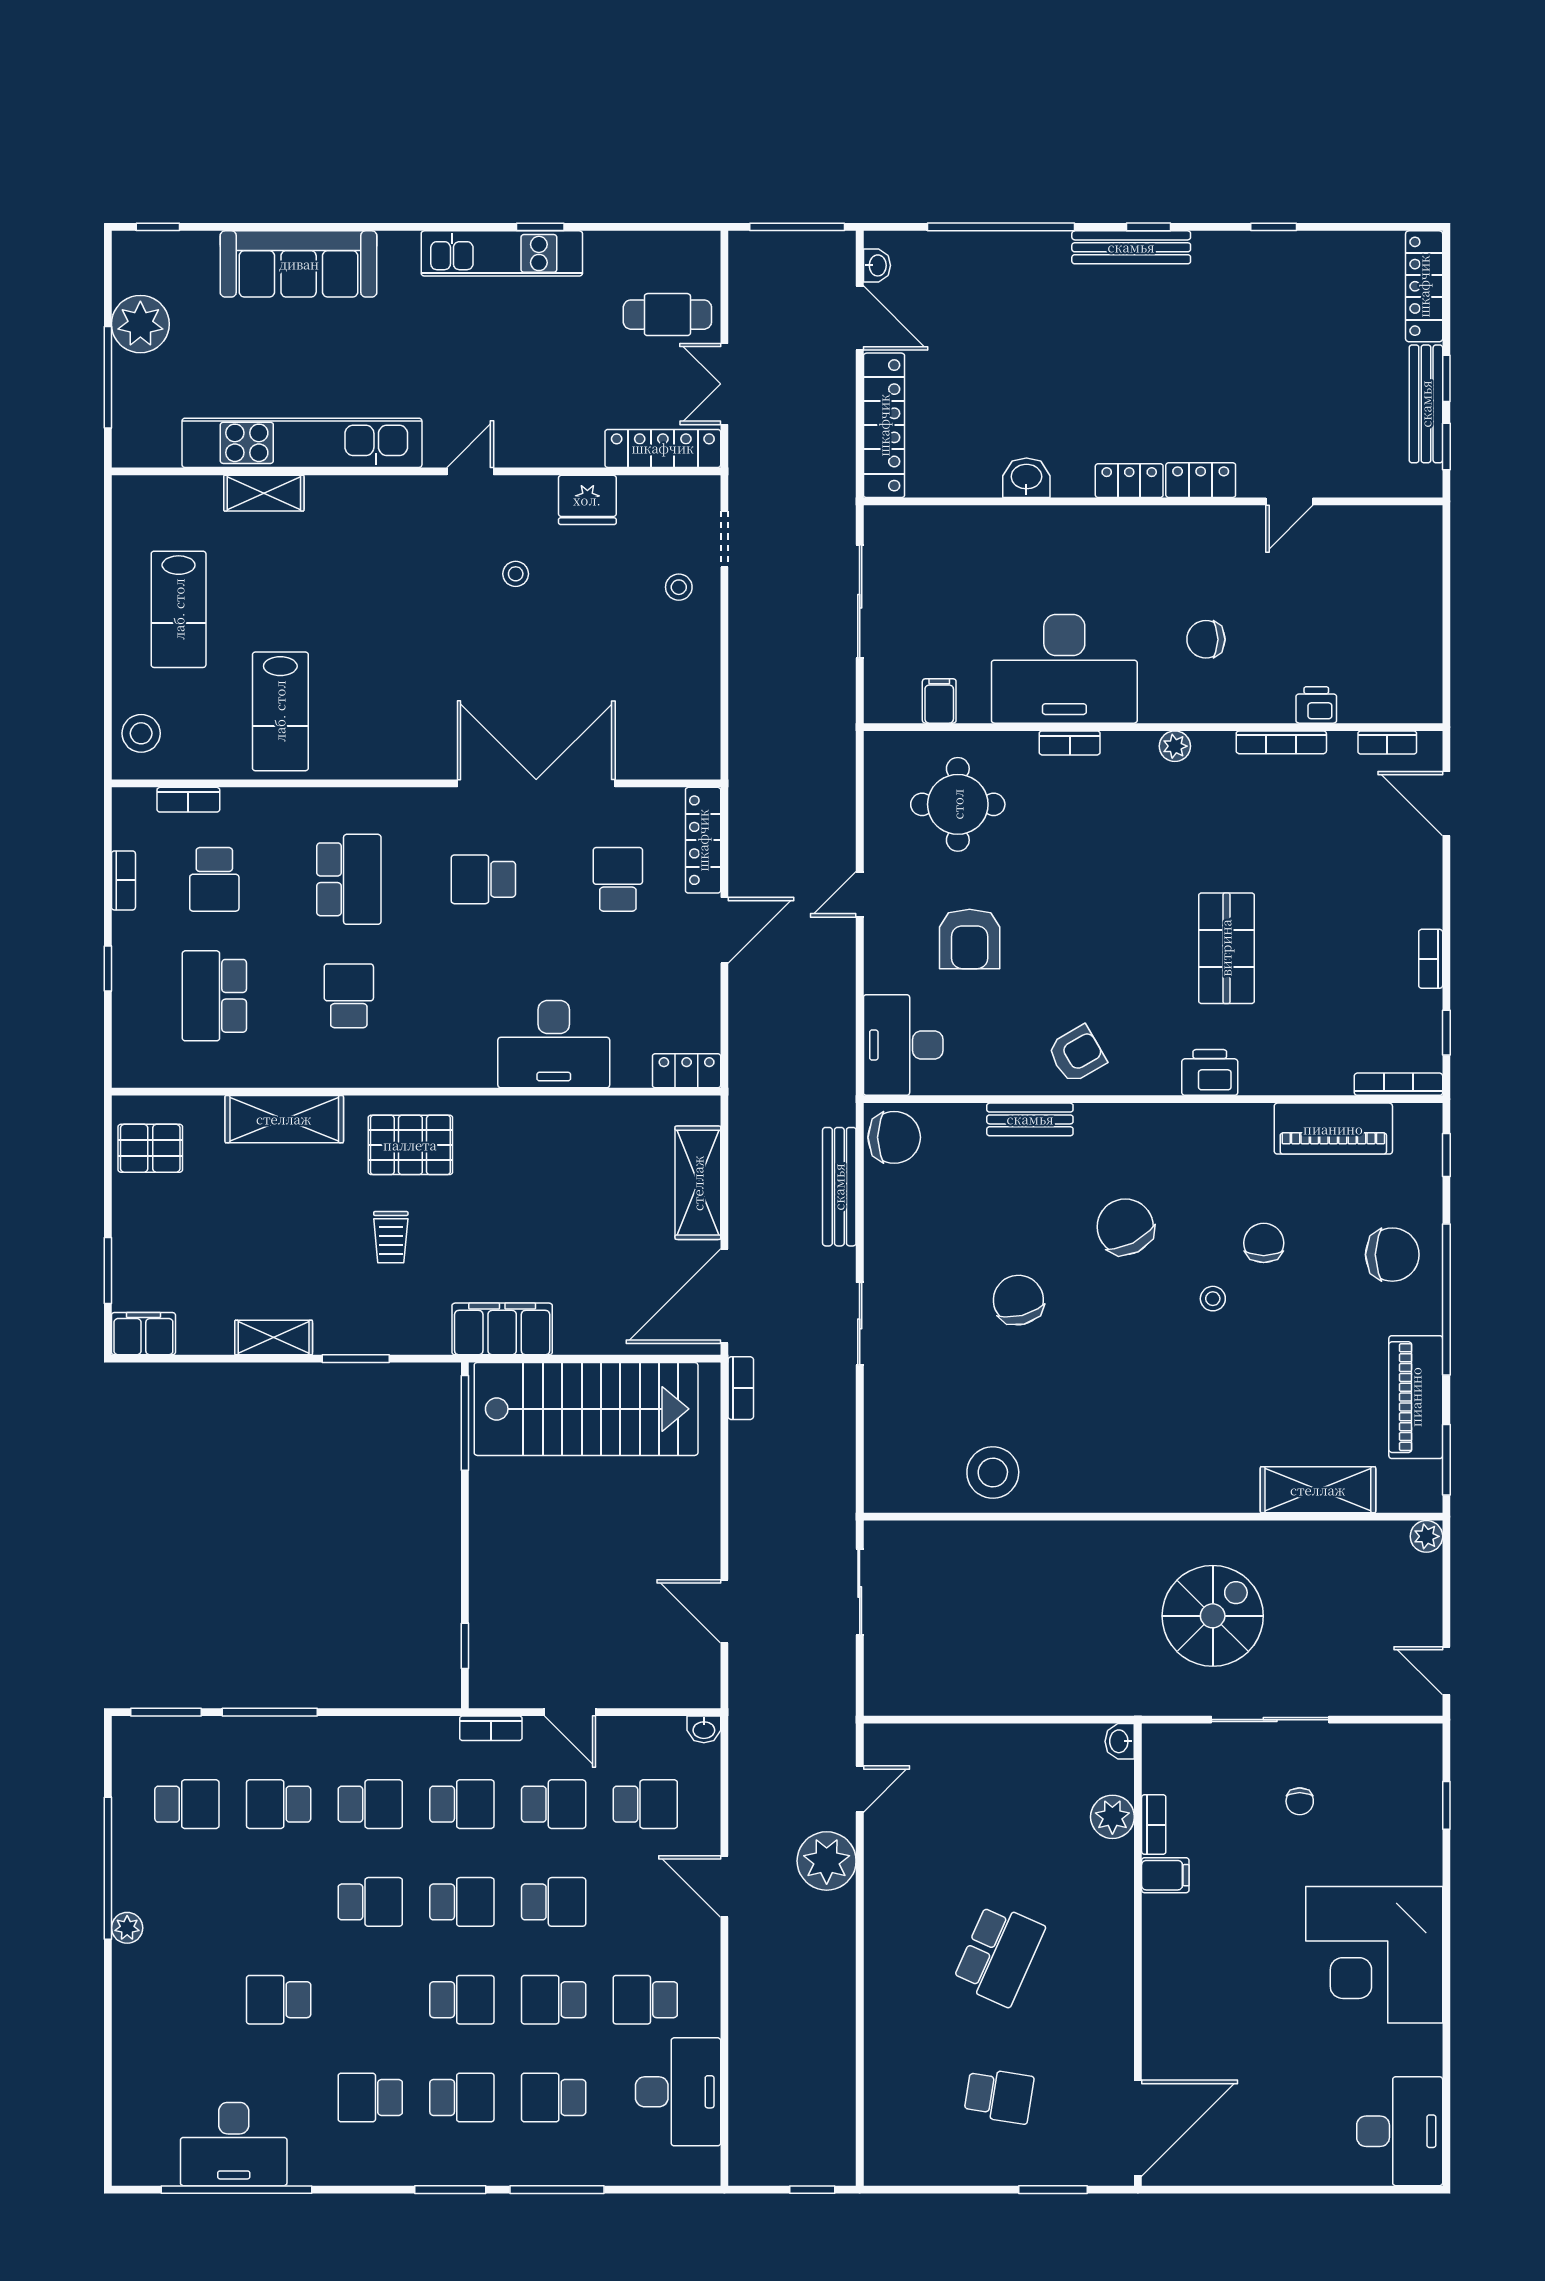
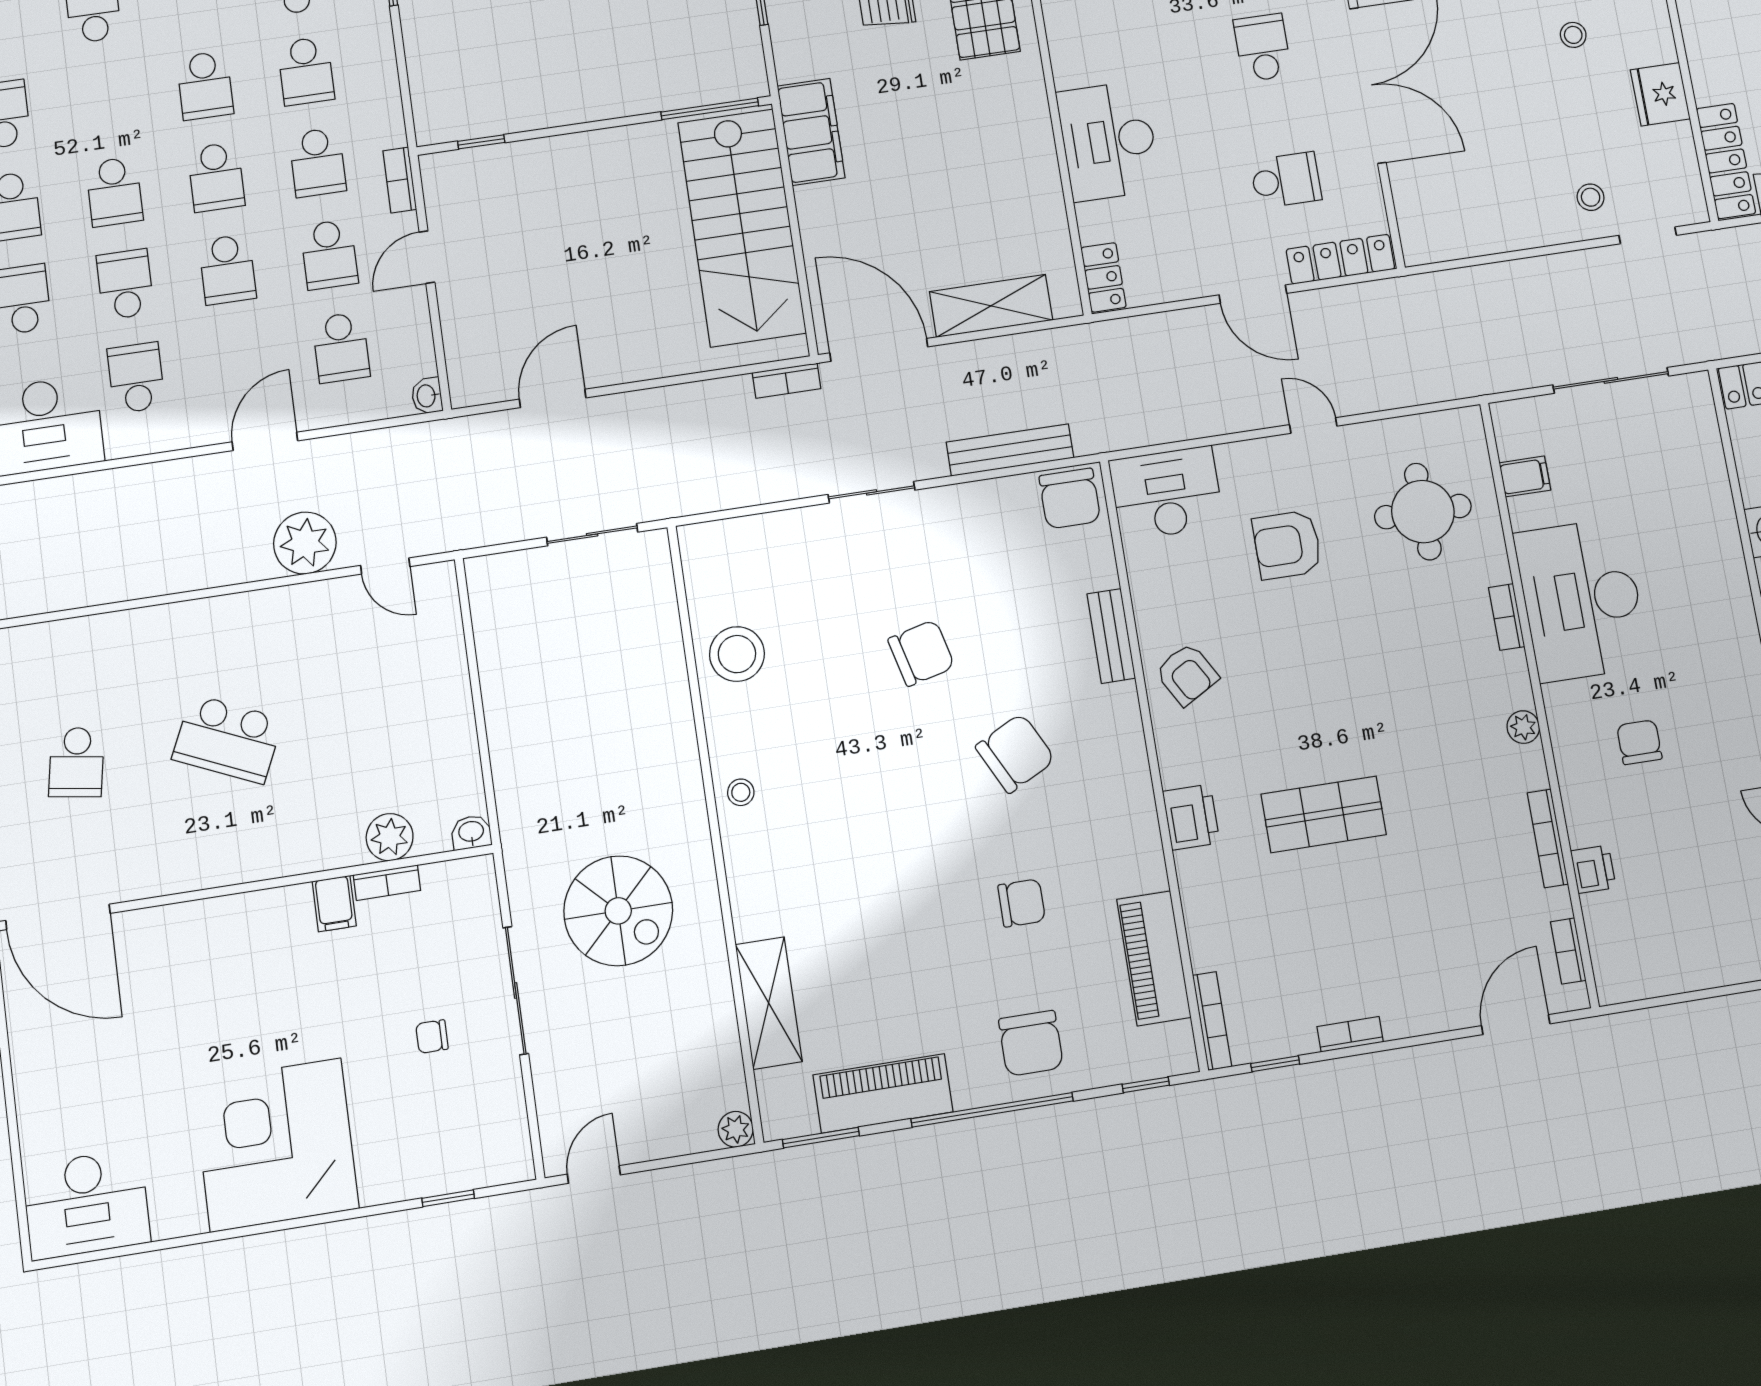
stool: (1213, 1299) -> (741, 792), moved

